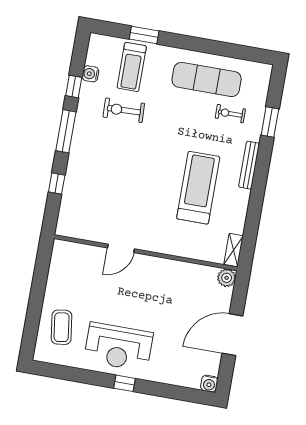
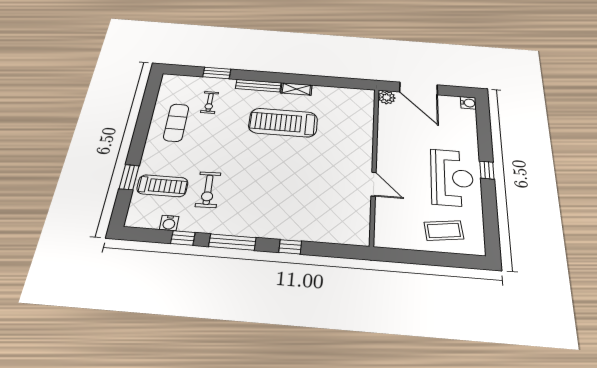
exercise mat: (207, 79) -> (176, 123), width x0.73, depth x0.69
door: (121, 248) -> (374, 184), moved
shelving: (233, 250) -> (296, 89), moved
wall: (146, 253) -> (374, 163), moved
plant: (227, 278) -> (387, 97), moved

